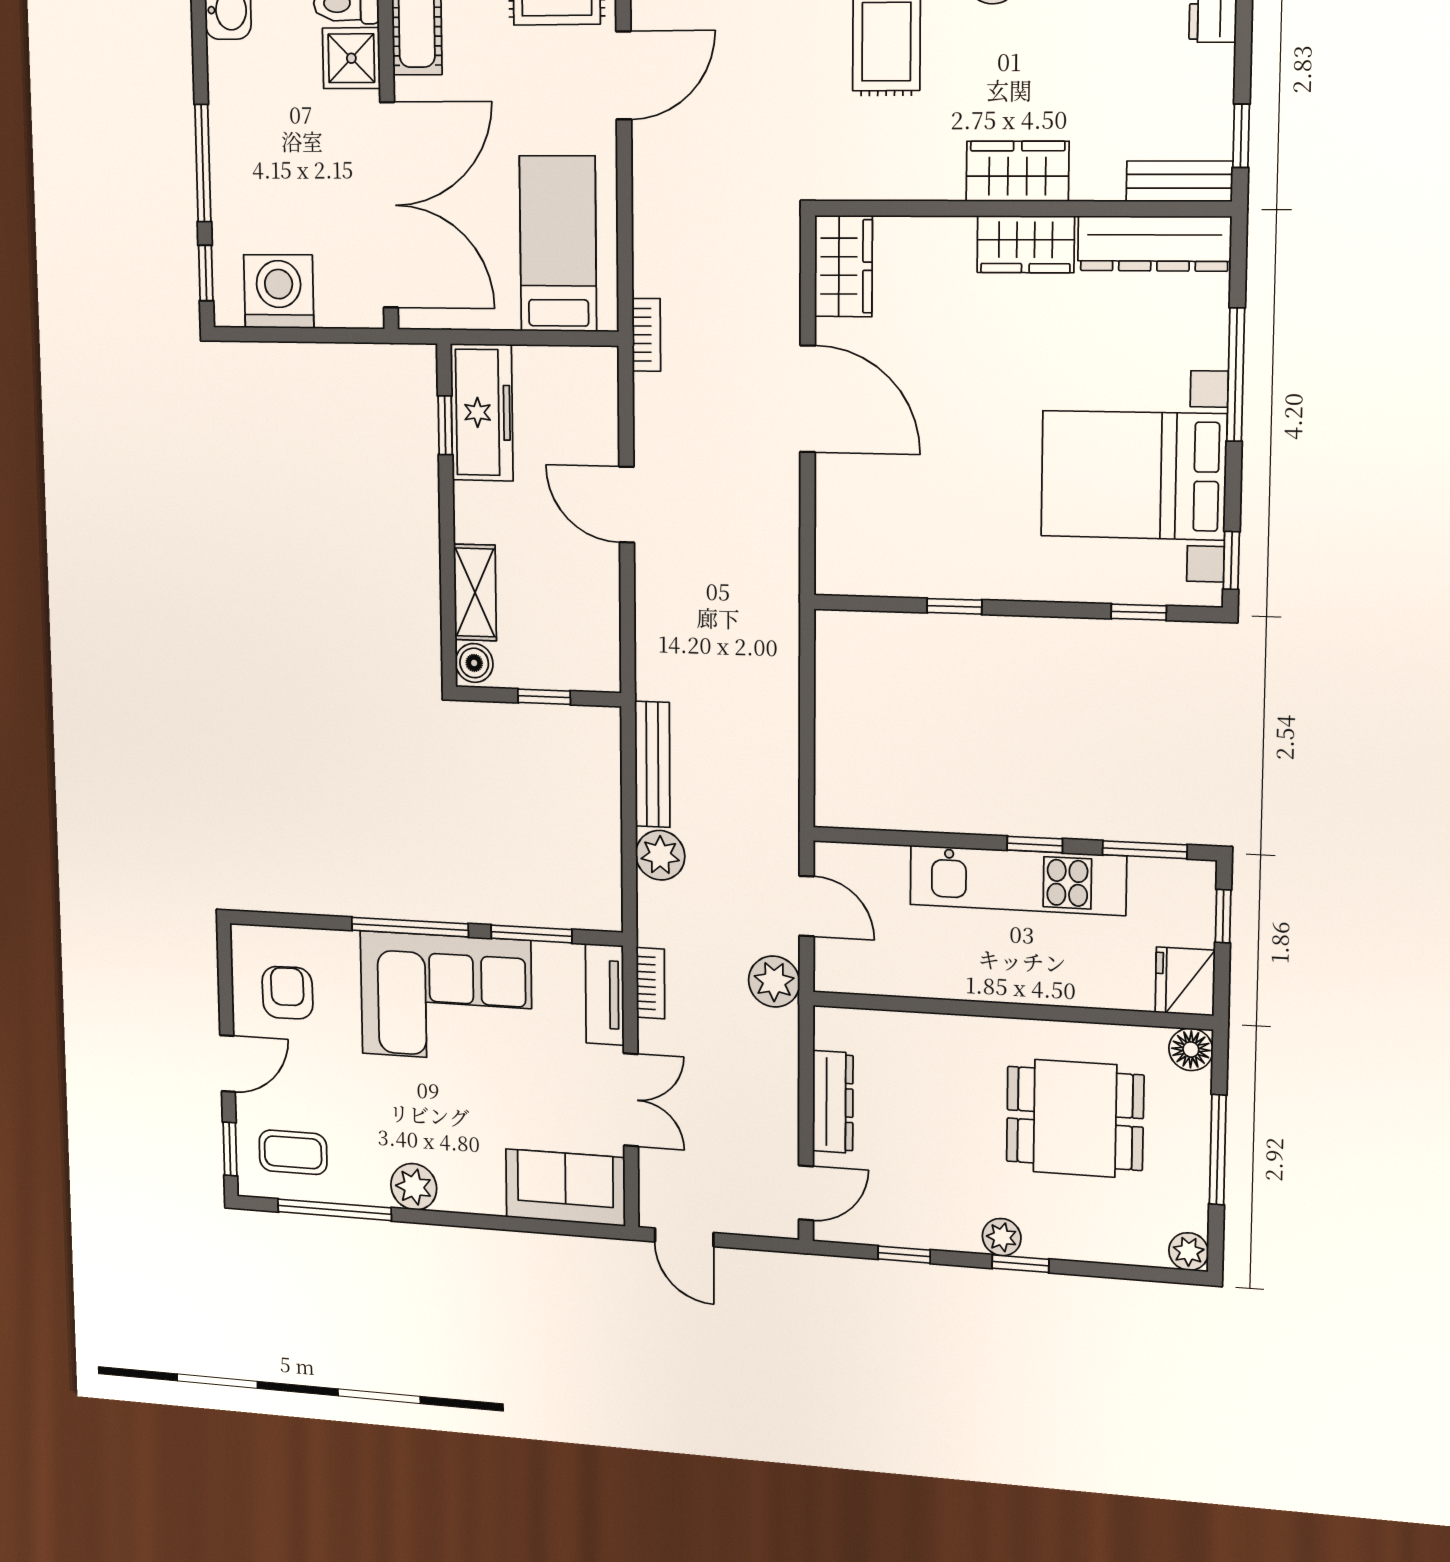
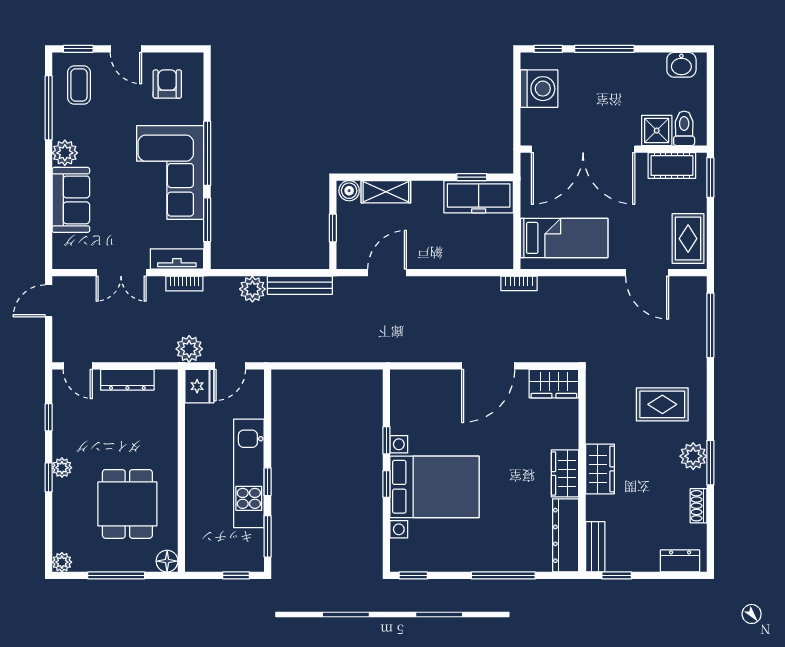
bed with nightstands: (1133, 475) -> (434, 487), moved, turned 90
door: (627, 505) -> (387, 273), moved
window: (1139, 612) -> (386, 484), moved
fridge: (1185, 981) -> (199, 386), moved, turned 90
armchair: (287, 993) -> (167, 84), turned -89
sofa: (565, 1187) -> (71, 200), moved

